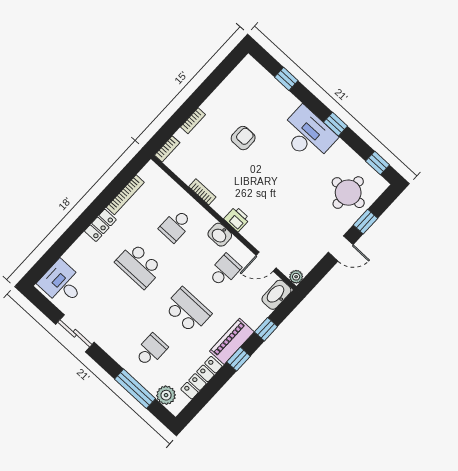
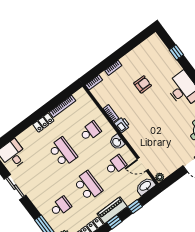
printer: (237, 219) -> (122, 125), moved
school desk: (176, 226) -> (90, 131), turned 180
school desk: (139, 265) -> (63, 152), turned 180

